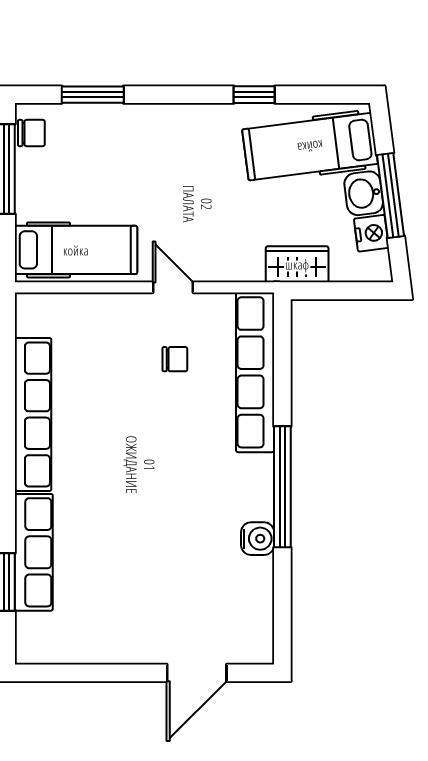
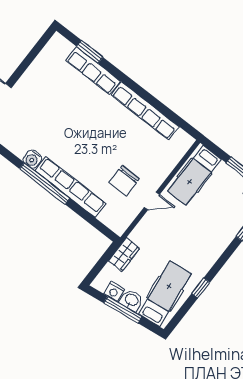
chair: (175, 359) -> (124, 181), width x1.87, depth x1.87
row of seats: (255, 372) -> (70, 187), moved

